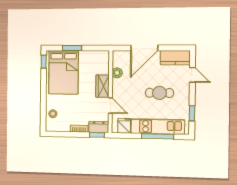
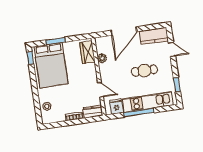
wardrobe: (103, 86) -> (87, 52), moved
window: (97, 135) -> (92, 119), removed
window: (157, 136) -> (139, 113), moved

